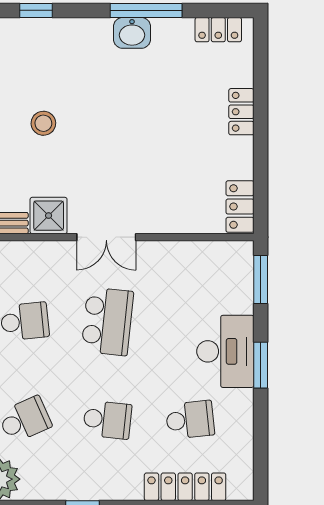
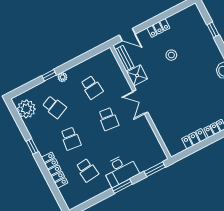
locker: (240, 207) -> (194, 139), moved
school desk: (107, 321) -> (108, 119), width x0.54
locker: (185, 487) -> (55, 170), moved

